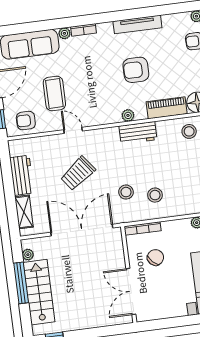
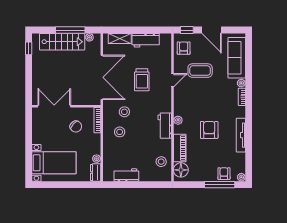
trolley: (78, 173) -> (142, 80), turned -143

